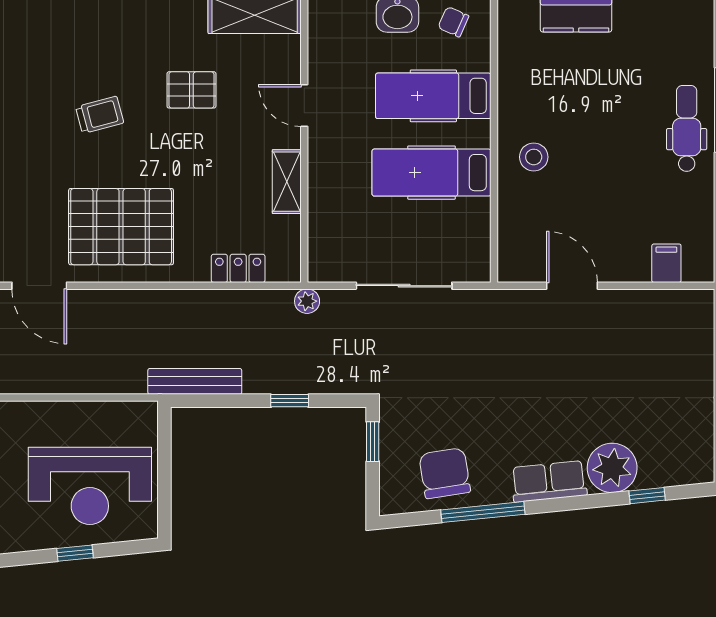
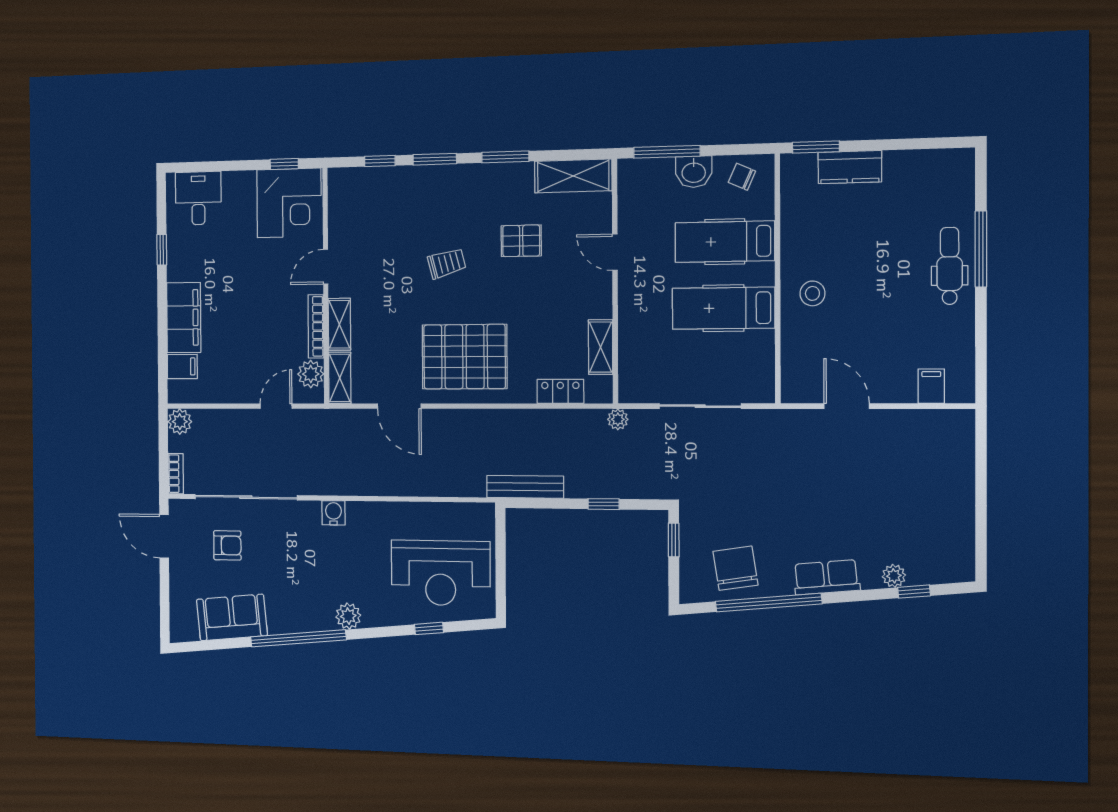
shelving: (287, 182) -> (601, 347), moved
plant: (612, 468) -> (894, 576), width x0.53, depth x0.53
window: (483, 512) -> (768, 603), width x1.46

